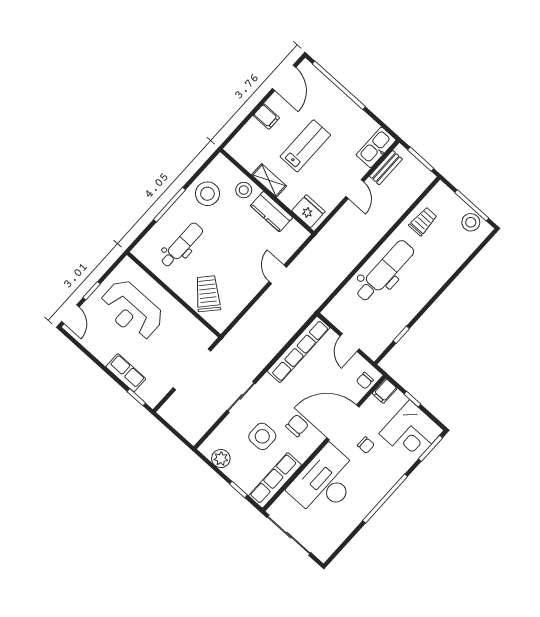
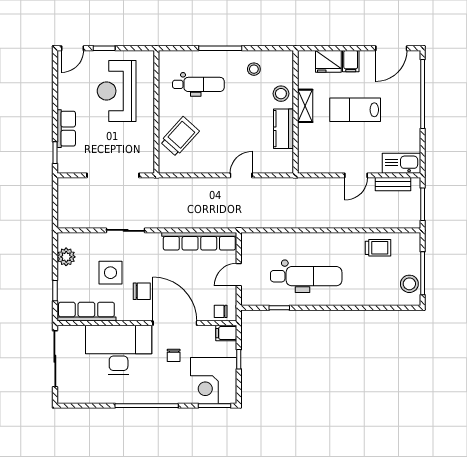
lab bench: (305, 146) -> (355, 110), turned 180
stool: (207, 194) -> (254, 69), width x0.53, depth x0.53
fridge: (308, 211) -> (328, 61), moved, turned 90
dental chair: (385, 271) -> (306, 276), moved

